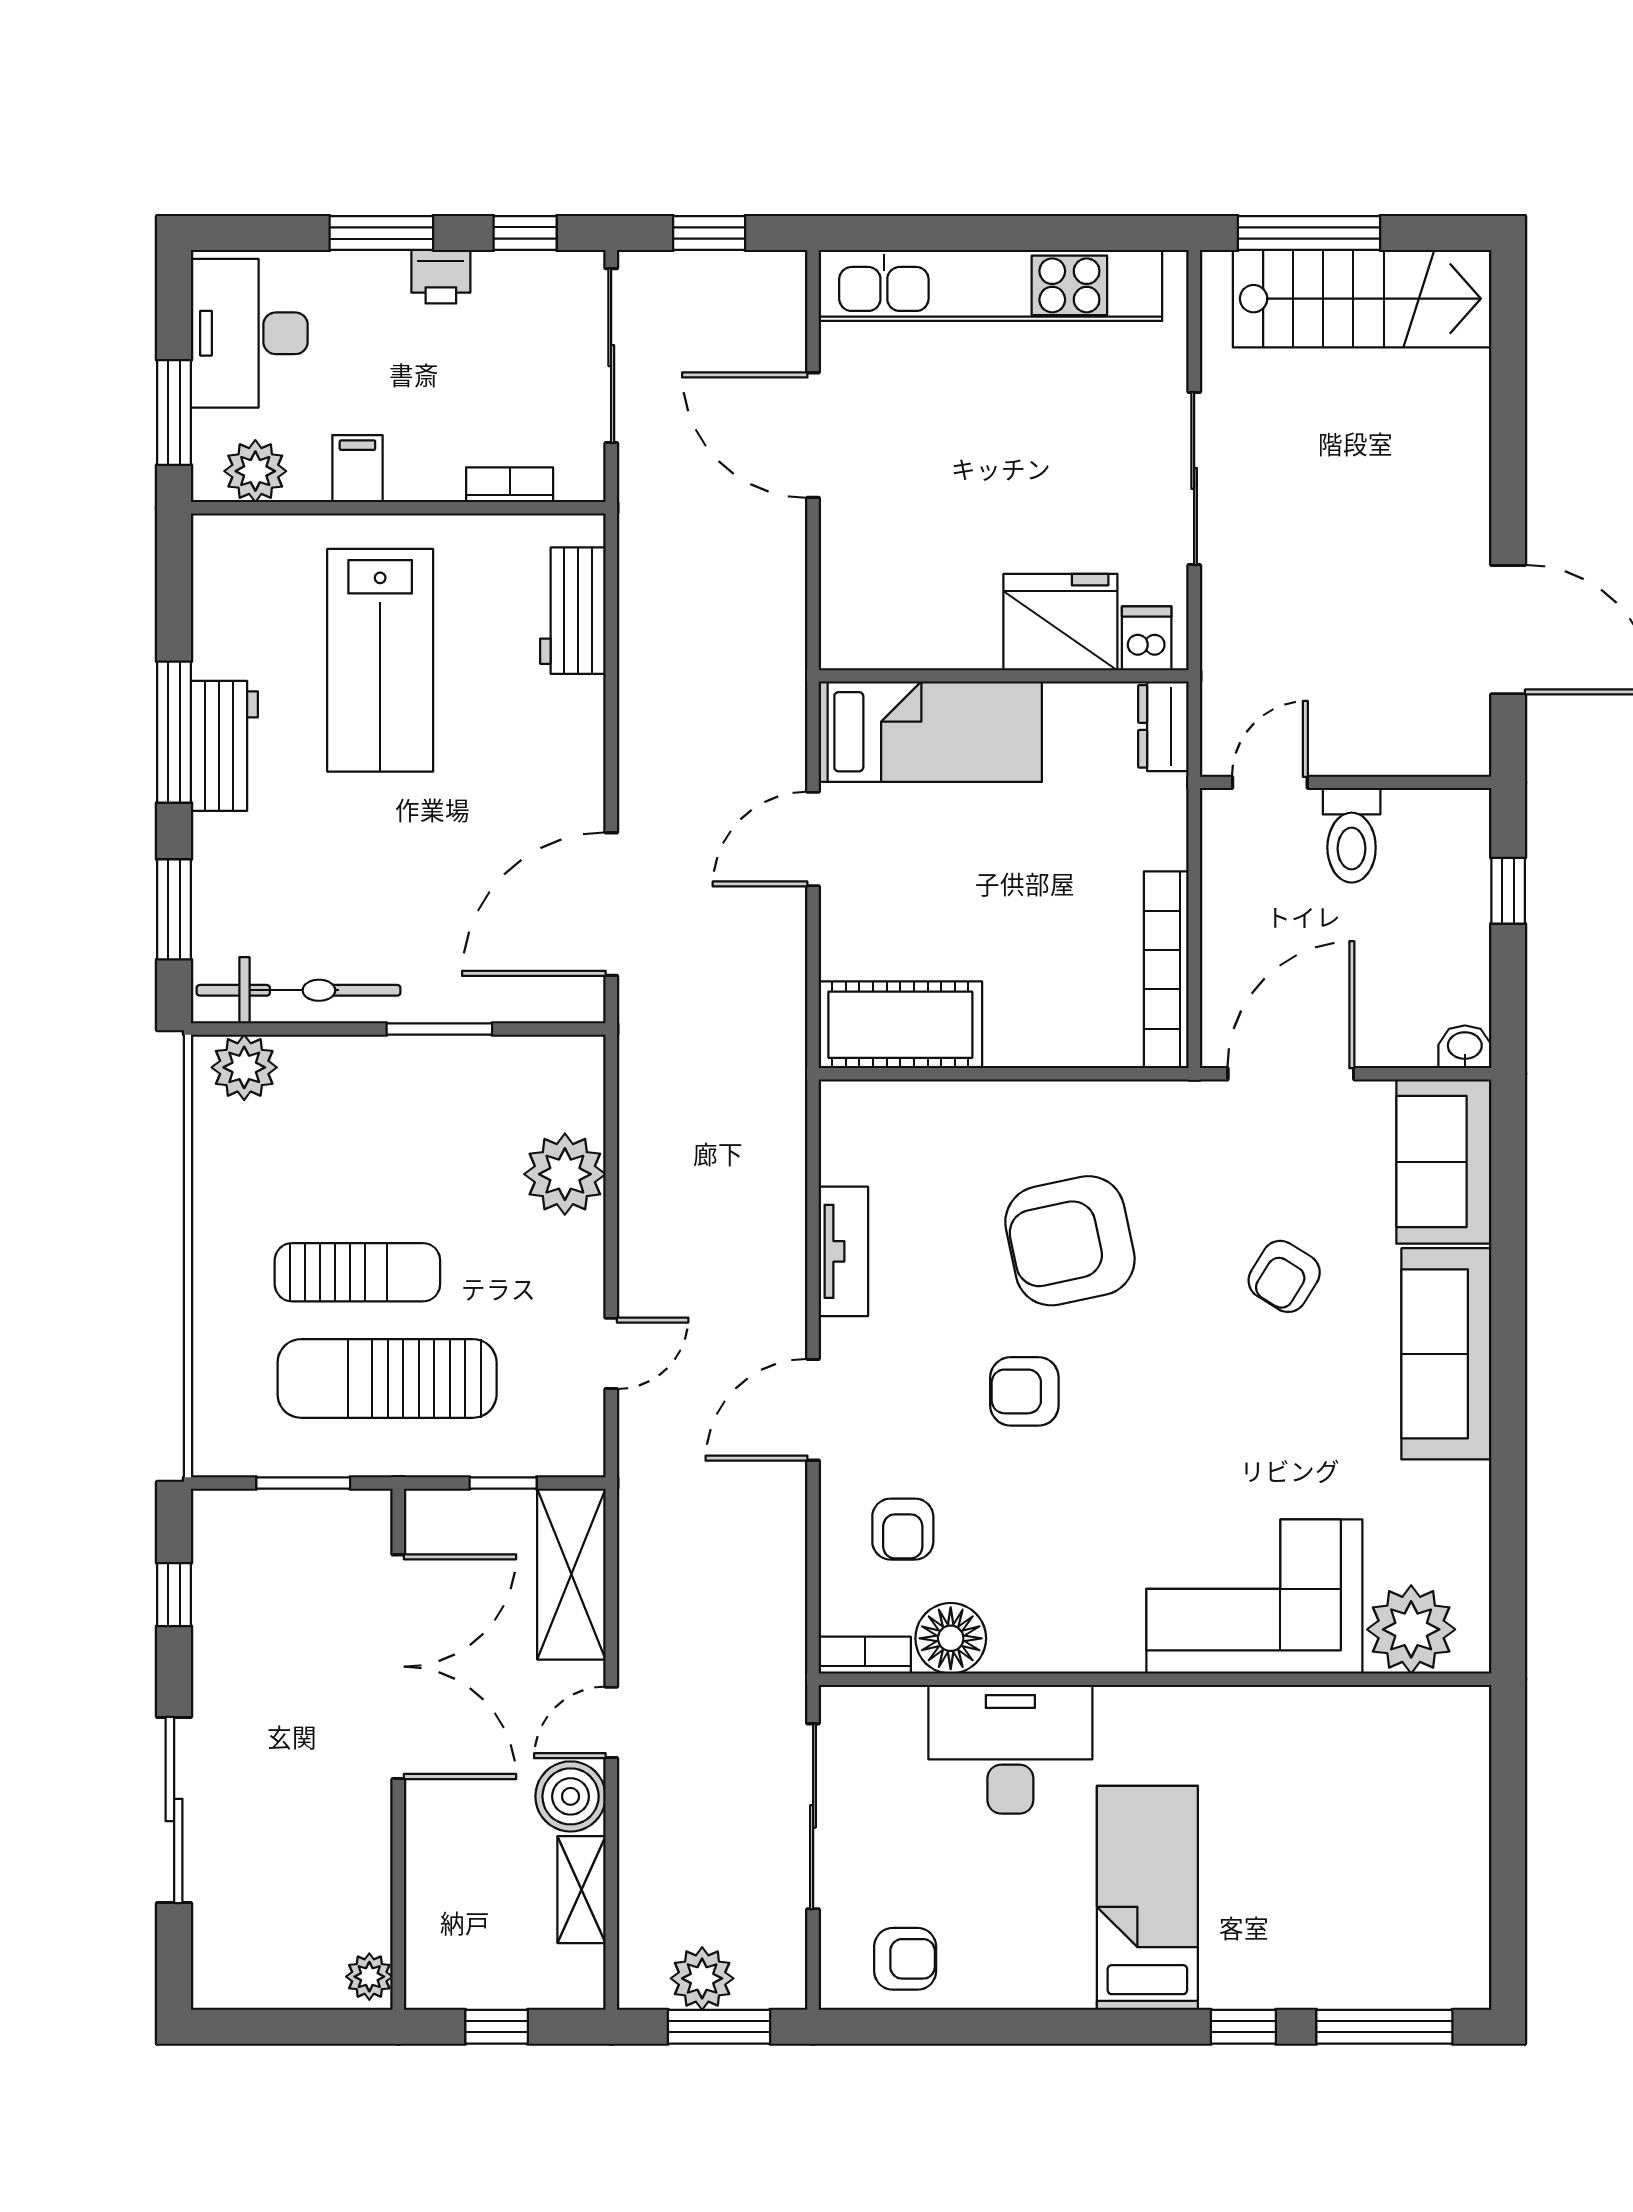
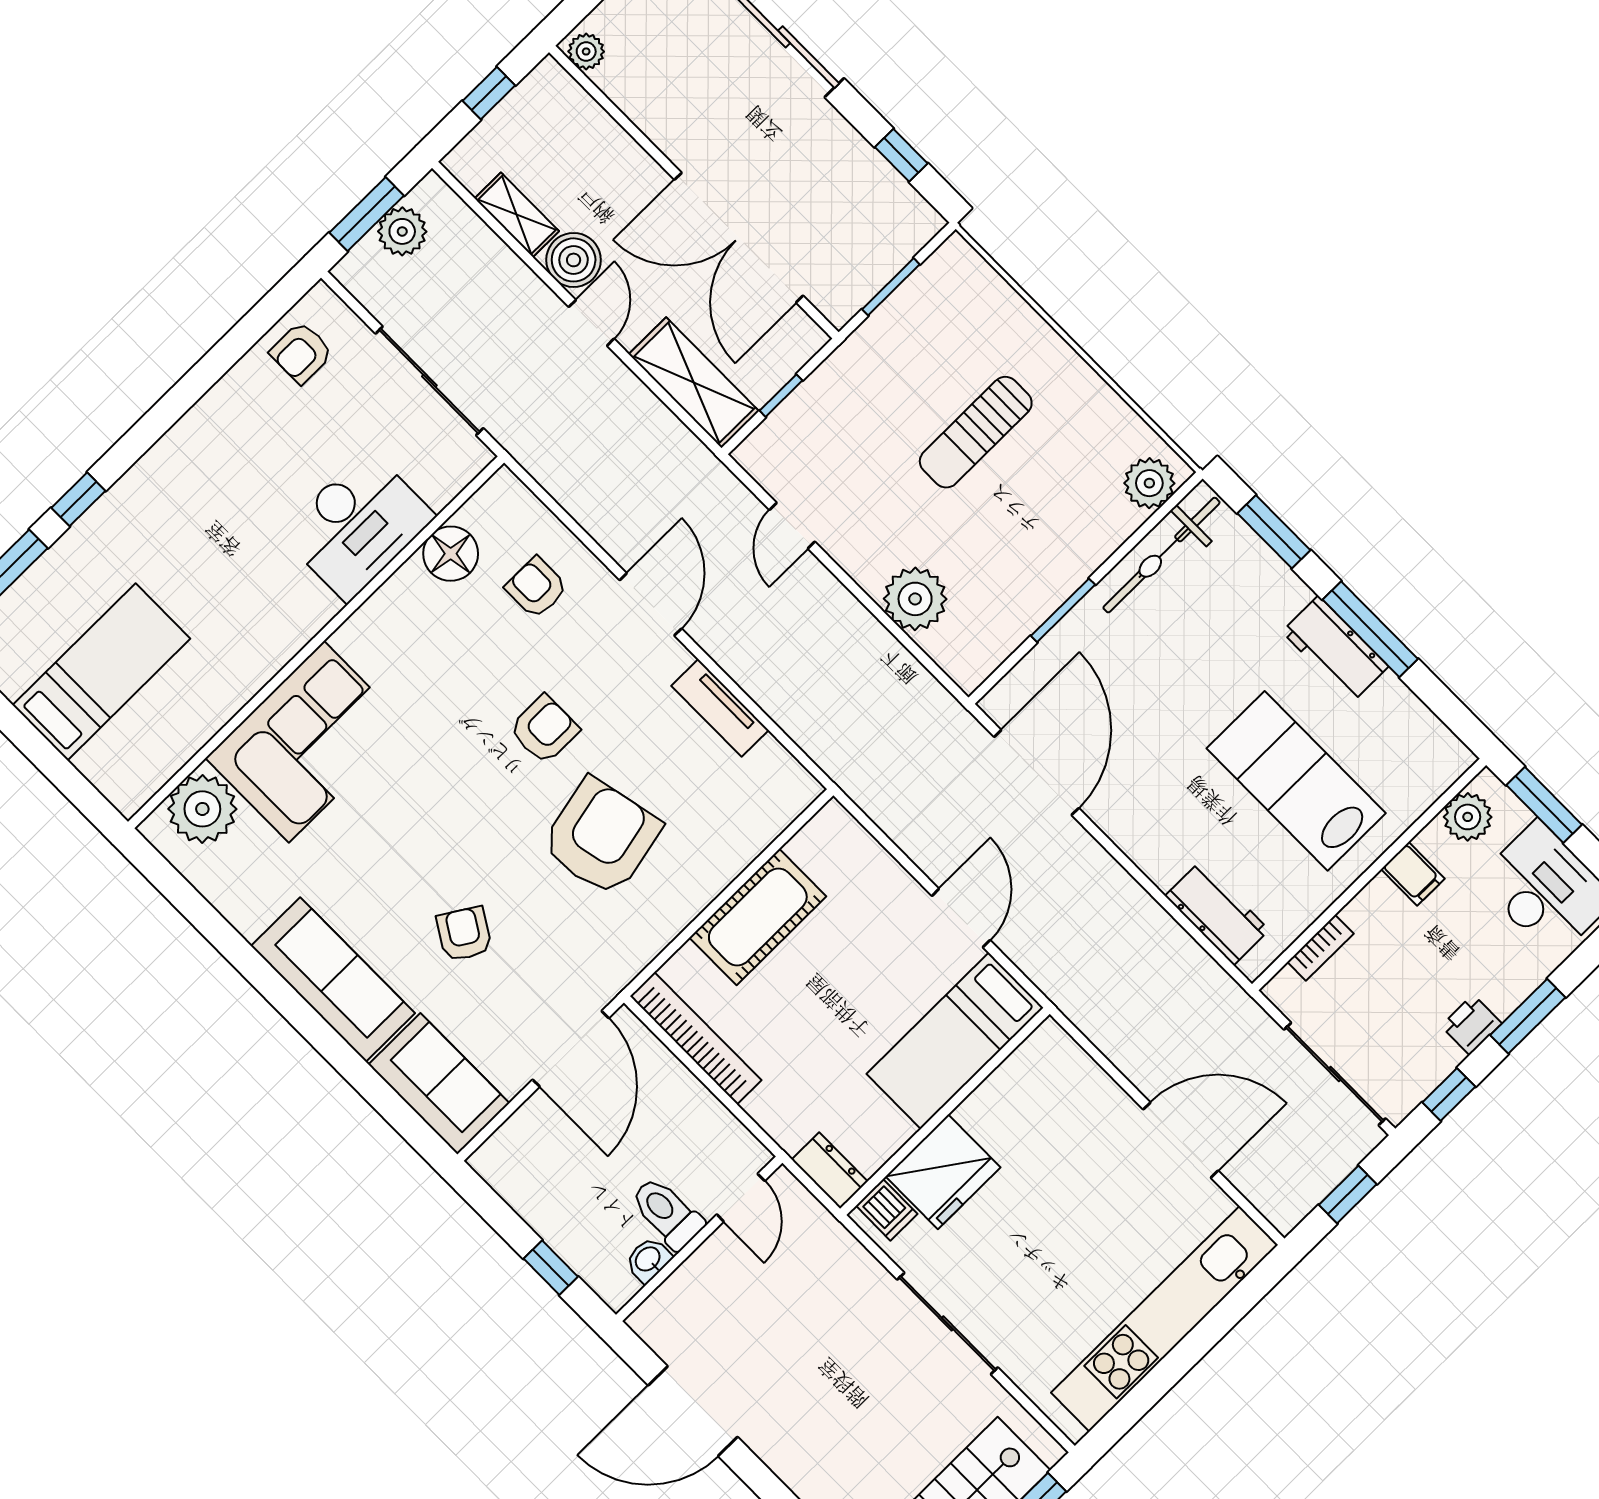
cot: (900, 1025) -> (758, 917), moved
washbasin: (1465, 1047) -> (648, 1260), moved, turned 180
sun lounger: (387, 1378) -> (902, 390), removed
bookcase: (865, 1655) -> (489, 498), removed
bed: (1147, 1898) -> (101, 672), moved, turned -90

